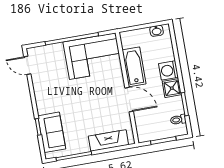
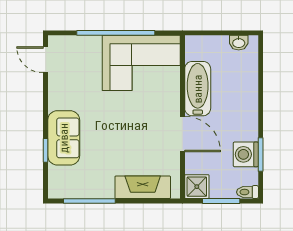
washing machine: (168, 70) -> (246, 154), moved
shower: (172, 88) -> (197, 187), moved
toilet: (178, 120) -> (247, 192), moved
sofa: (52, 132) -> (64, 138), moved

